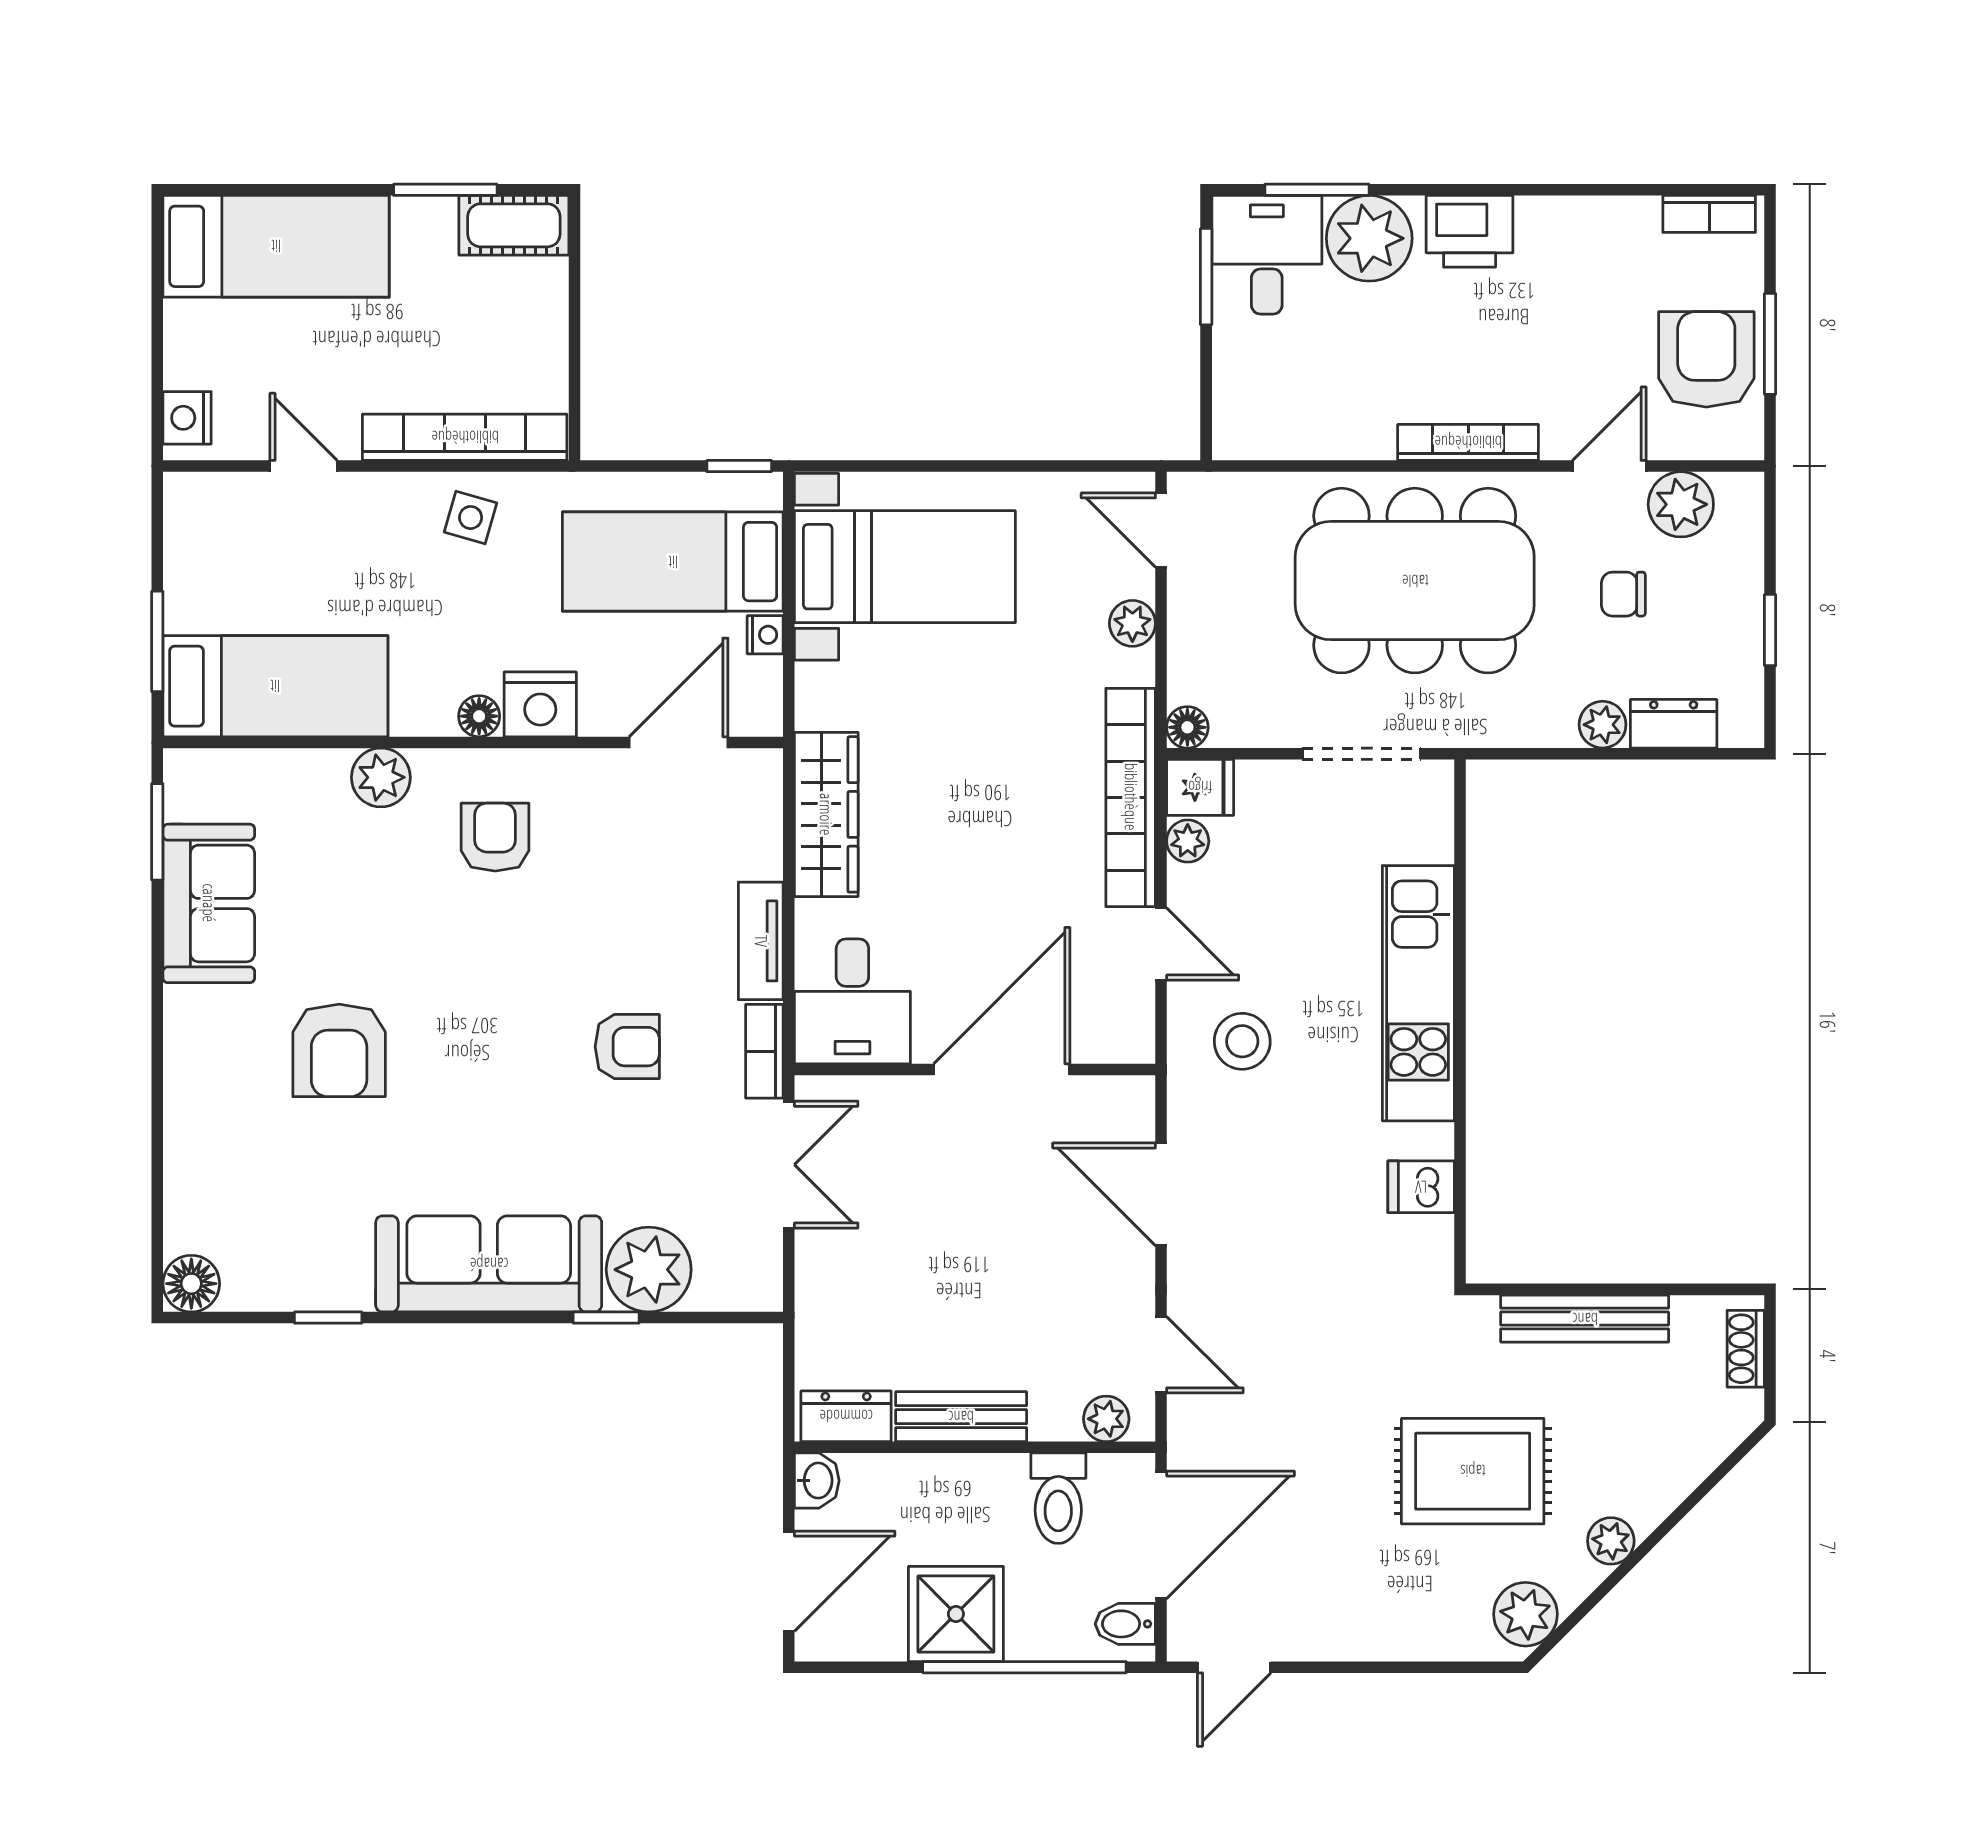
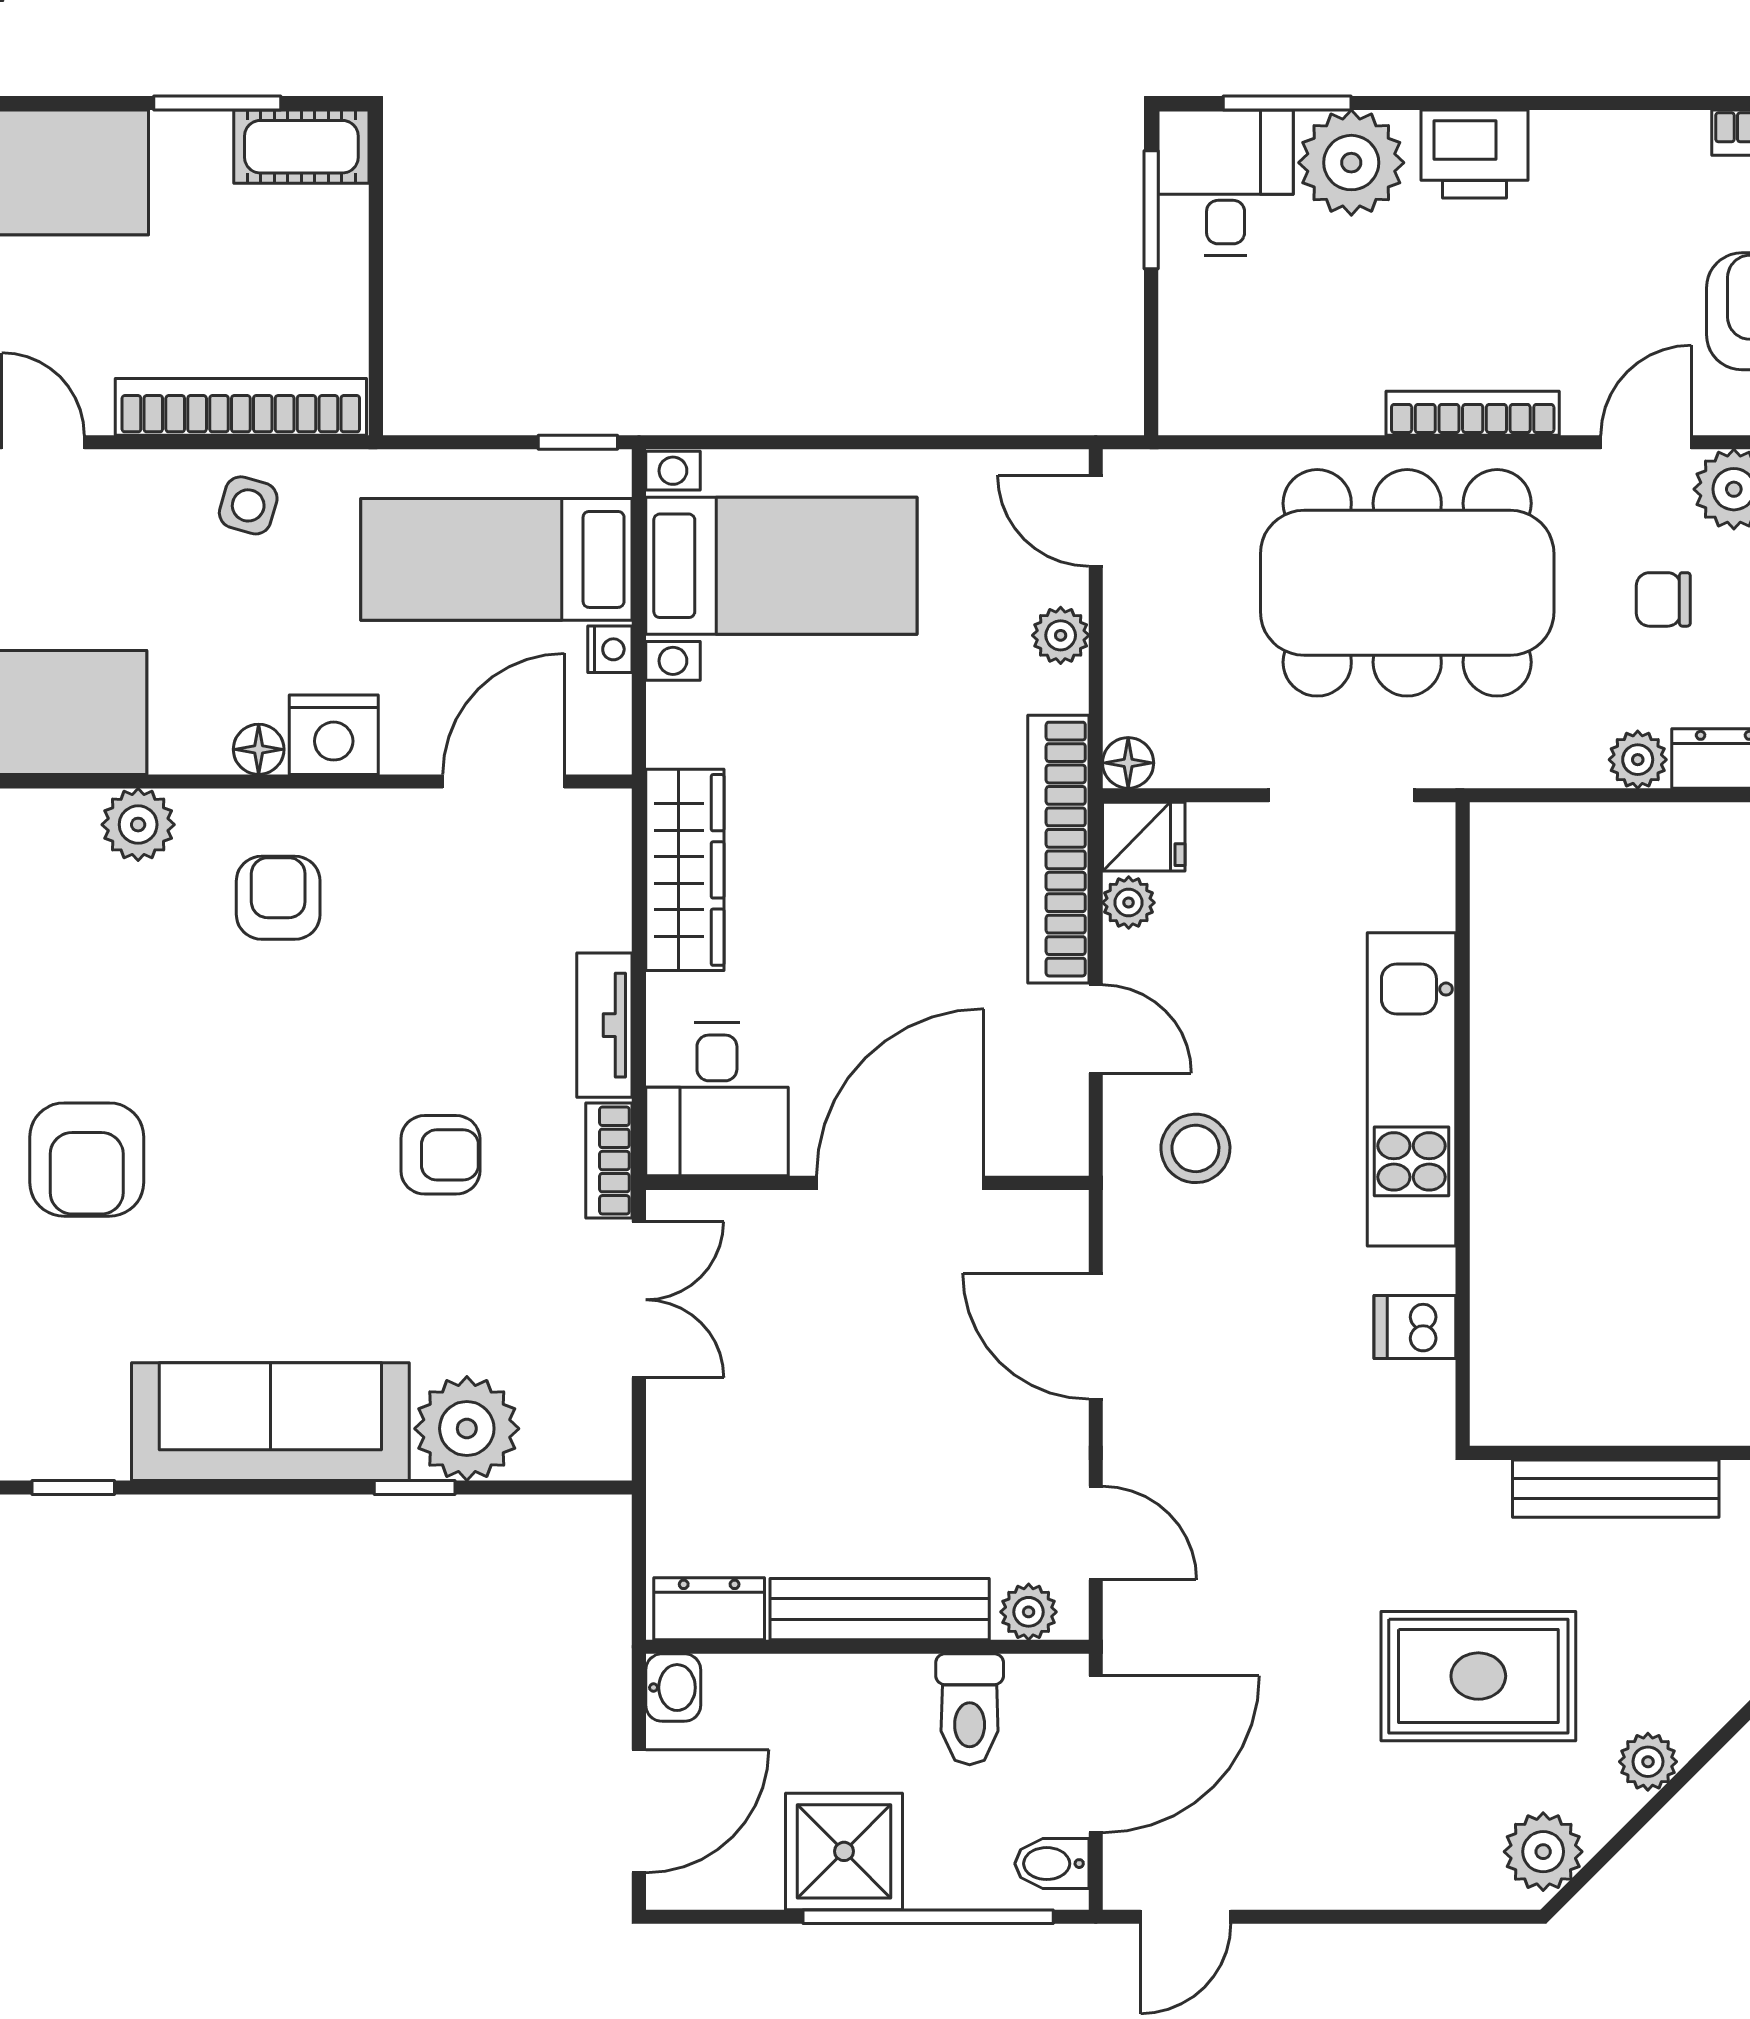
bench: (961, 1417) -> (880, 1609), width x1.36

